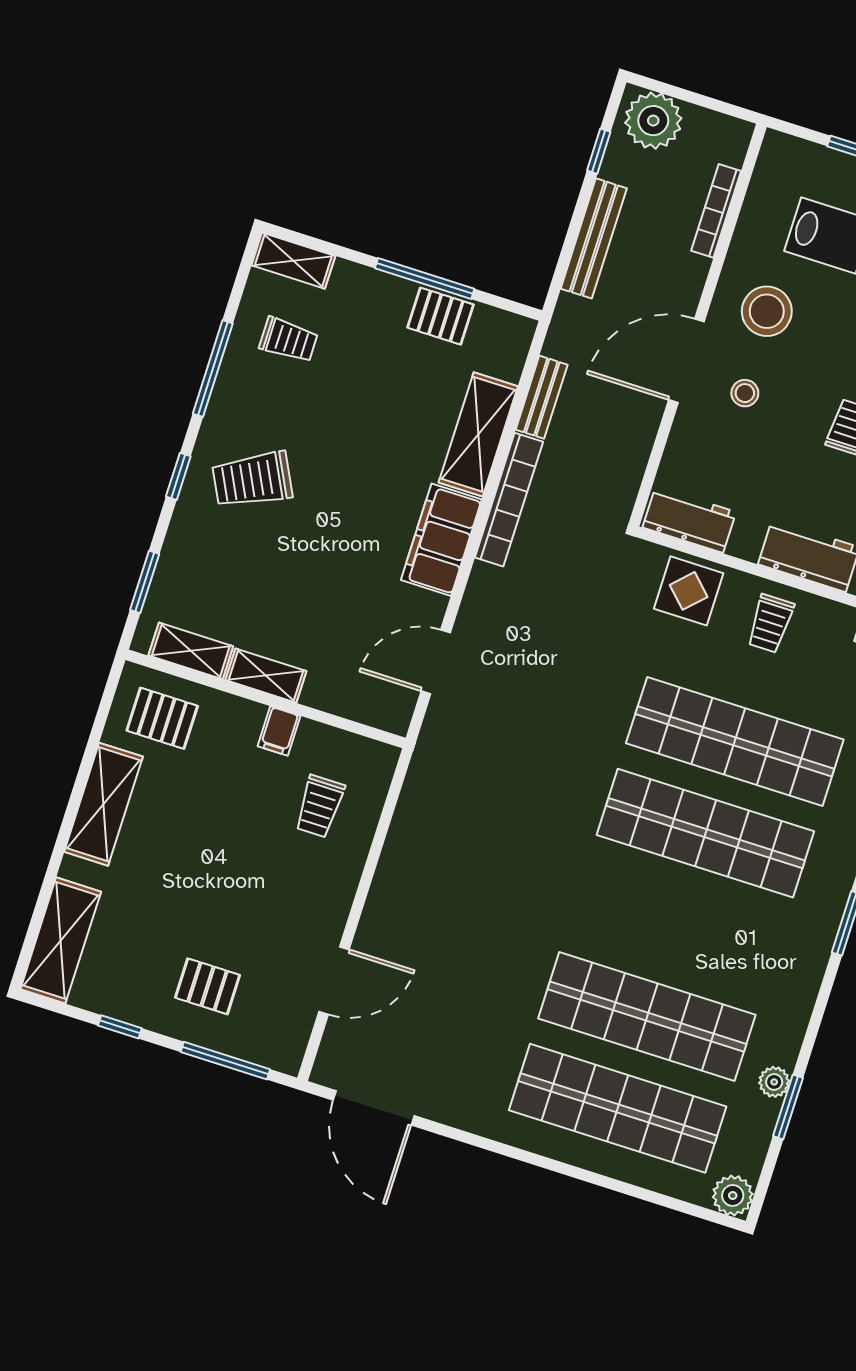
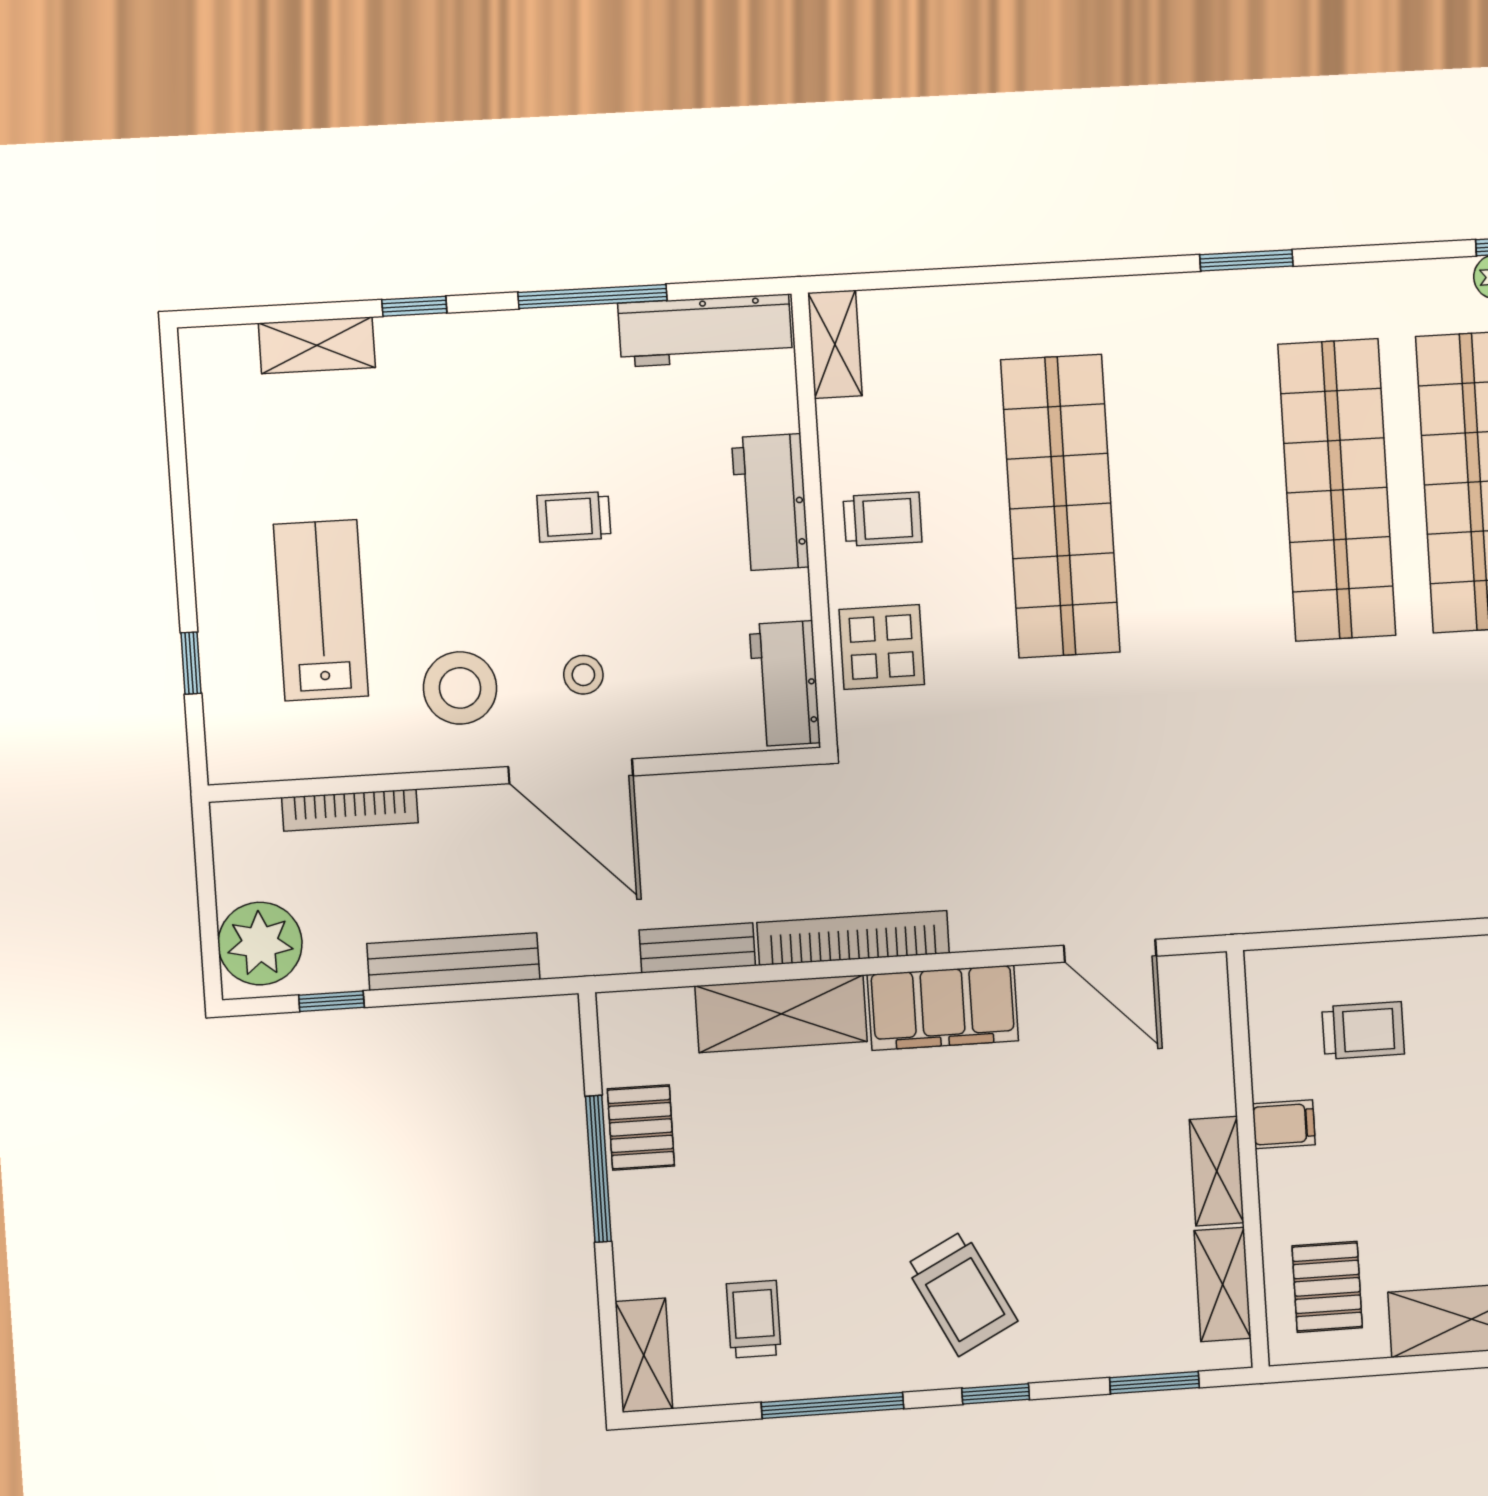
shop shelf: (705, 833) -> (1337, 490), moved

